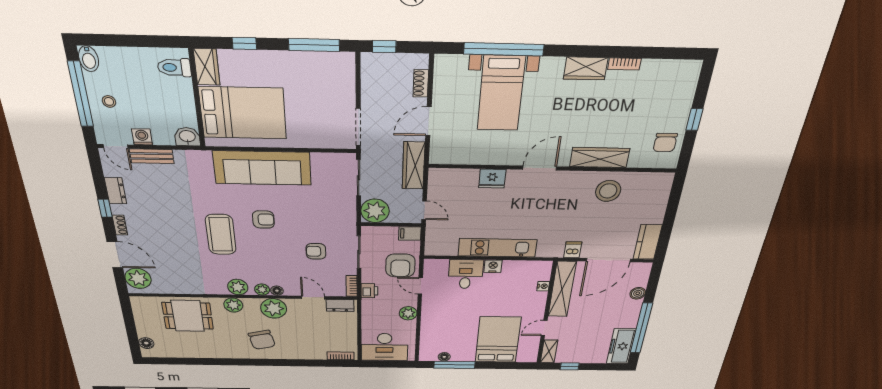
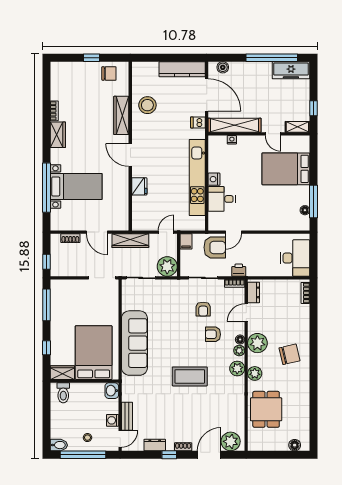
armchair: (263, 219) -> (213, 334), moved, turned -90
kitchen counter: (648, 242) -> (182, 69), width x1.50
kitchen unit: (497, 248) -> (197, 177), width x1.36
boiler: (638, 293) -> (223, 67), moved
plant: (408, 313) -> (260, 240), removed

